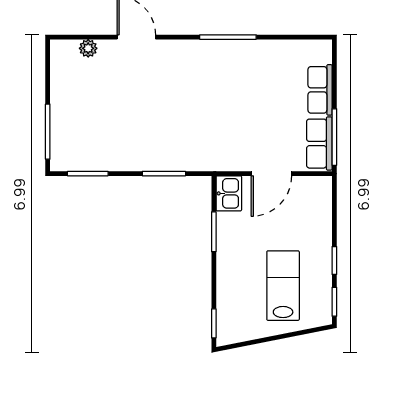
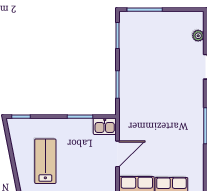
door: (271, 174) -> (117, 154), swing flipped
lab bench: (283, 286) -> (45, 161), turned -90

